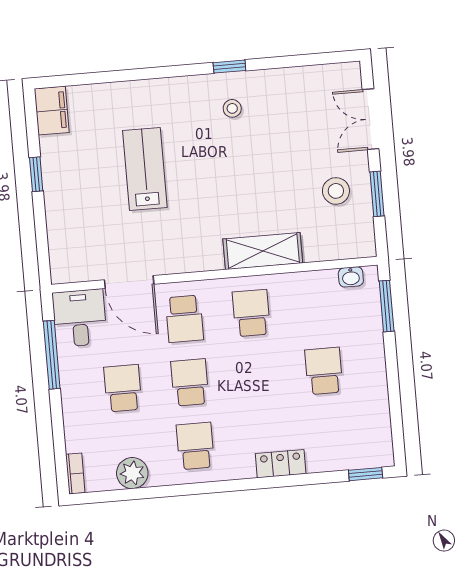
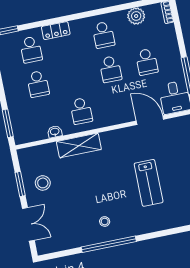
window: (229, 67) -> (109, 244), width x3.17
washbasin: (351, 277) -> (55, 132), moved
school desk: (184, 319) -> (31, 50), moved, turned 180

